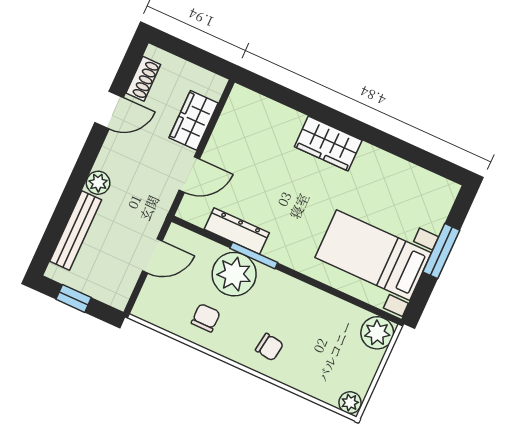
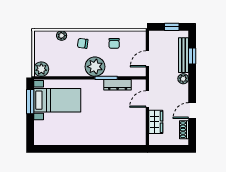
wardrobe: (328, 144) -> (96, 137), removed
window: (59, 220) -> (192, 56), added
window: (441, 251) -> (30, 102), moved
plant: (234, 274) -> (95, 67), moved
plant: (350, 403) -> (62, 36), moved

